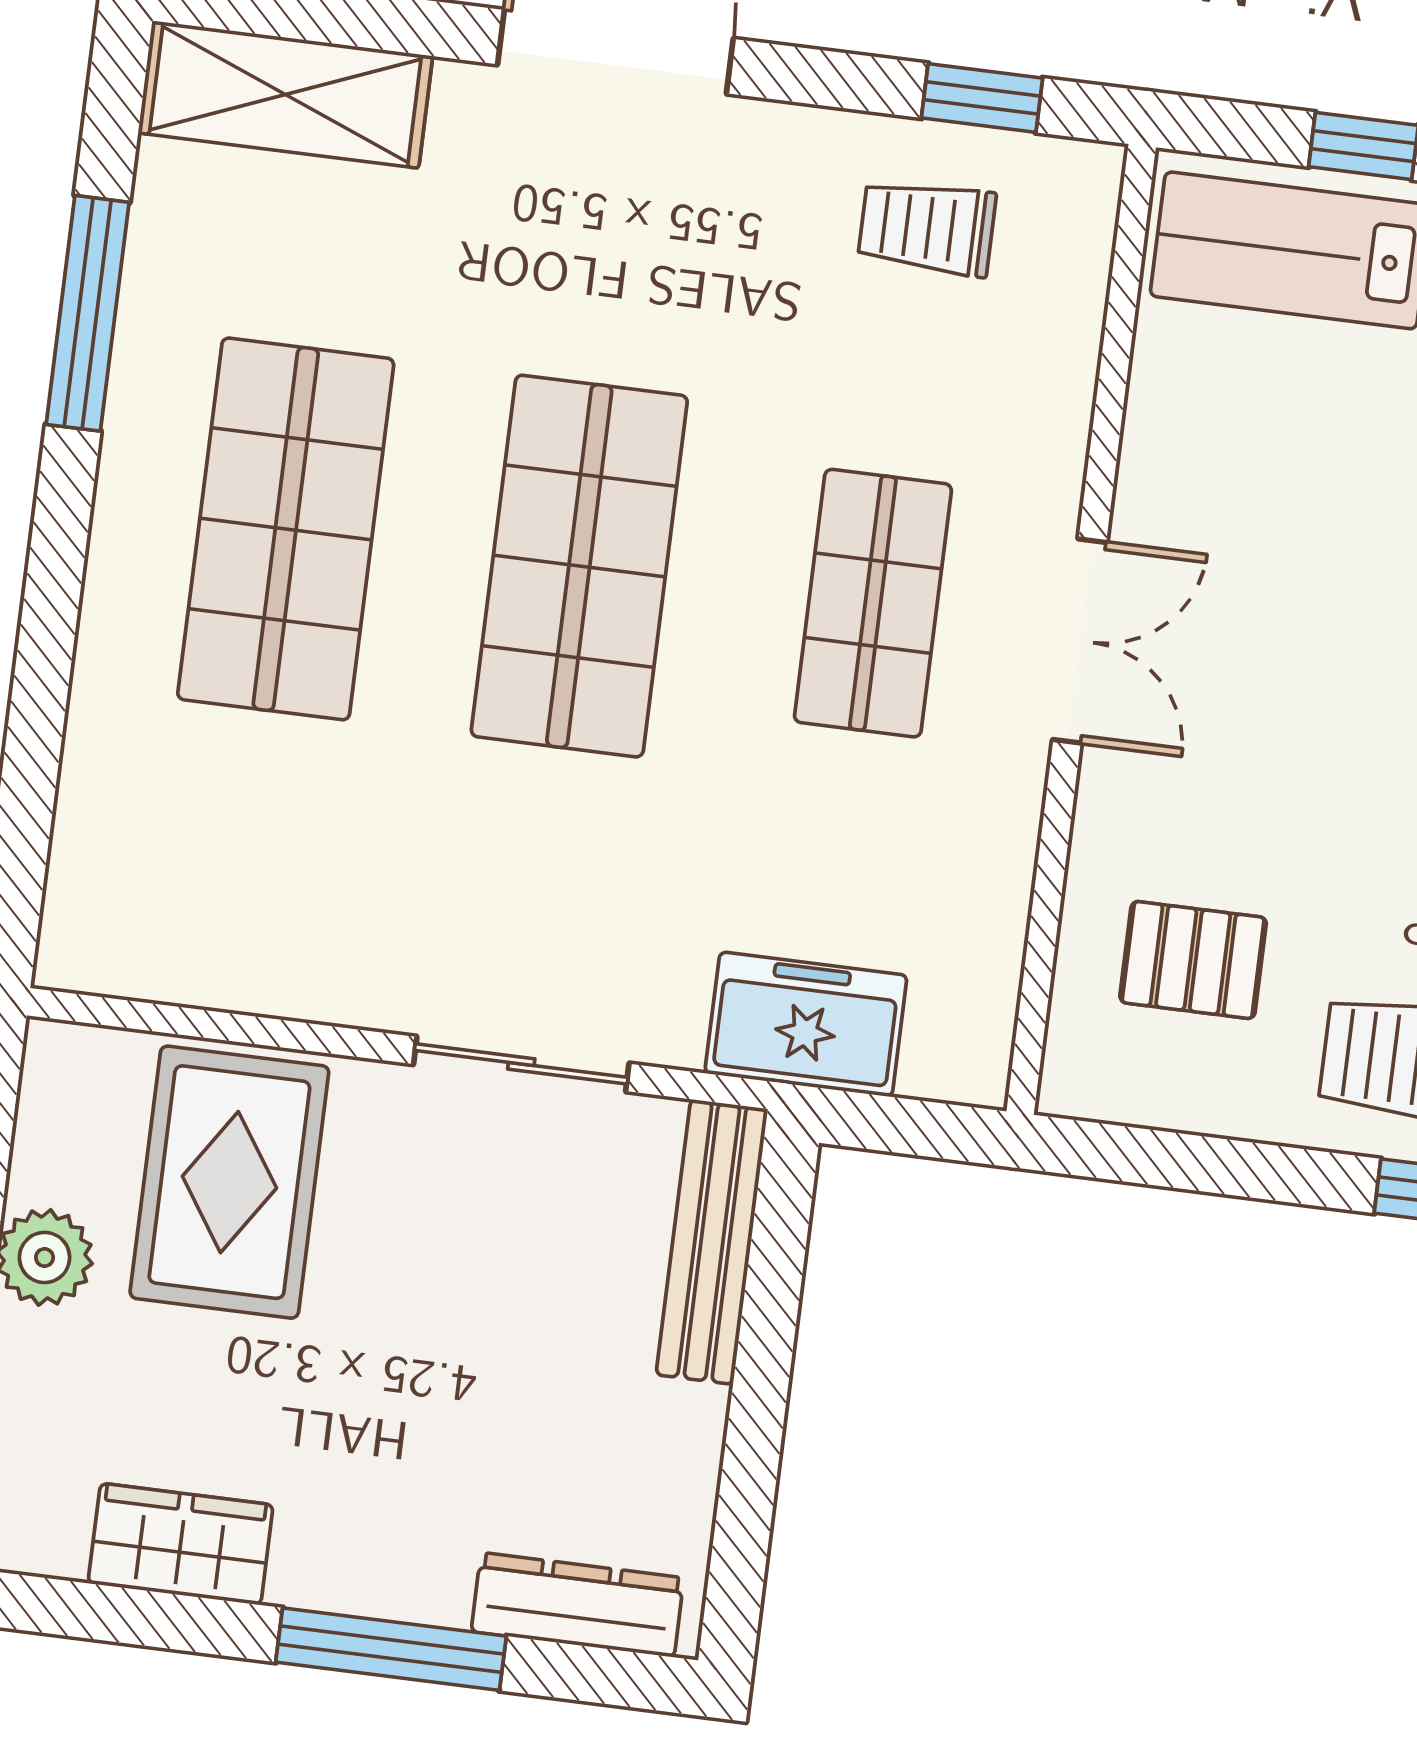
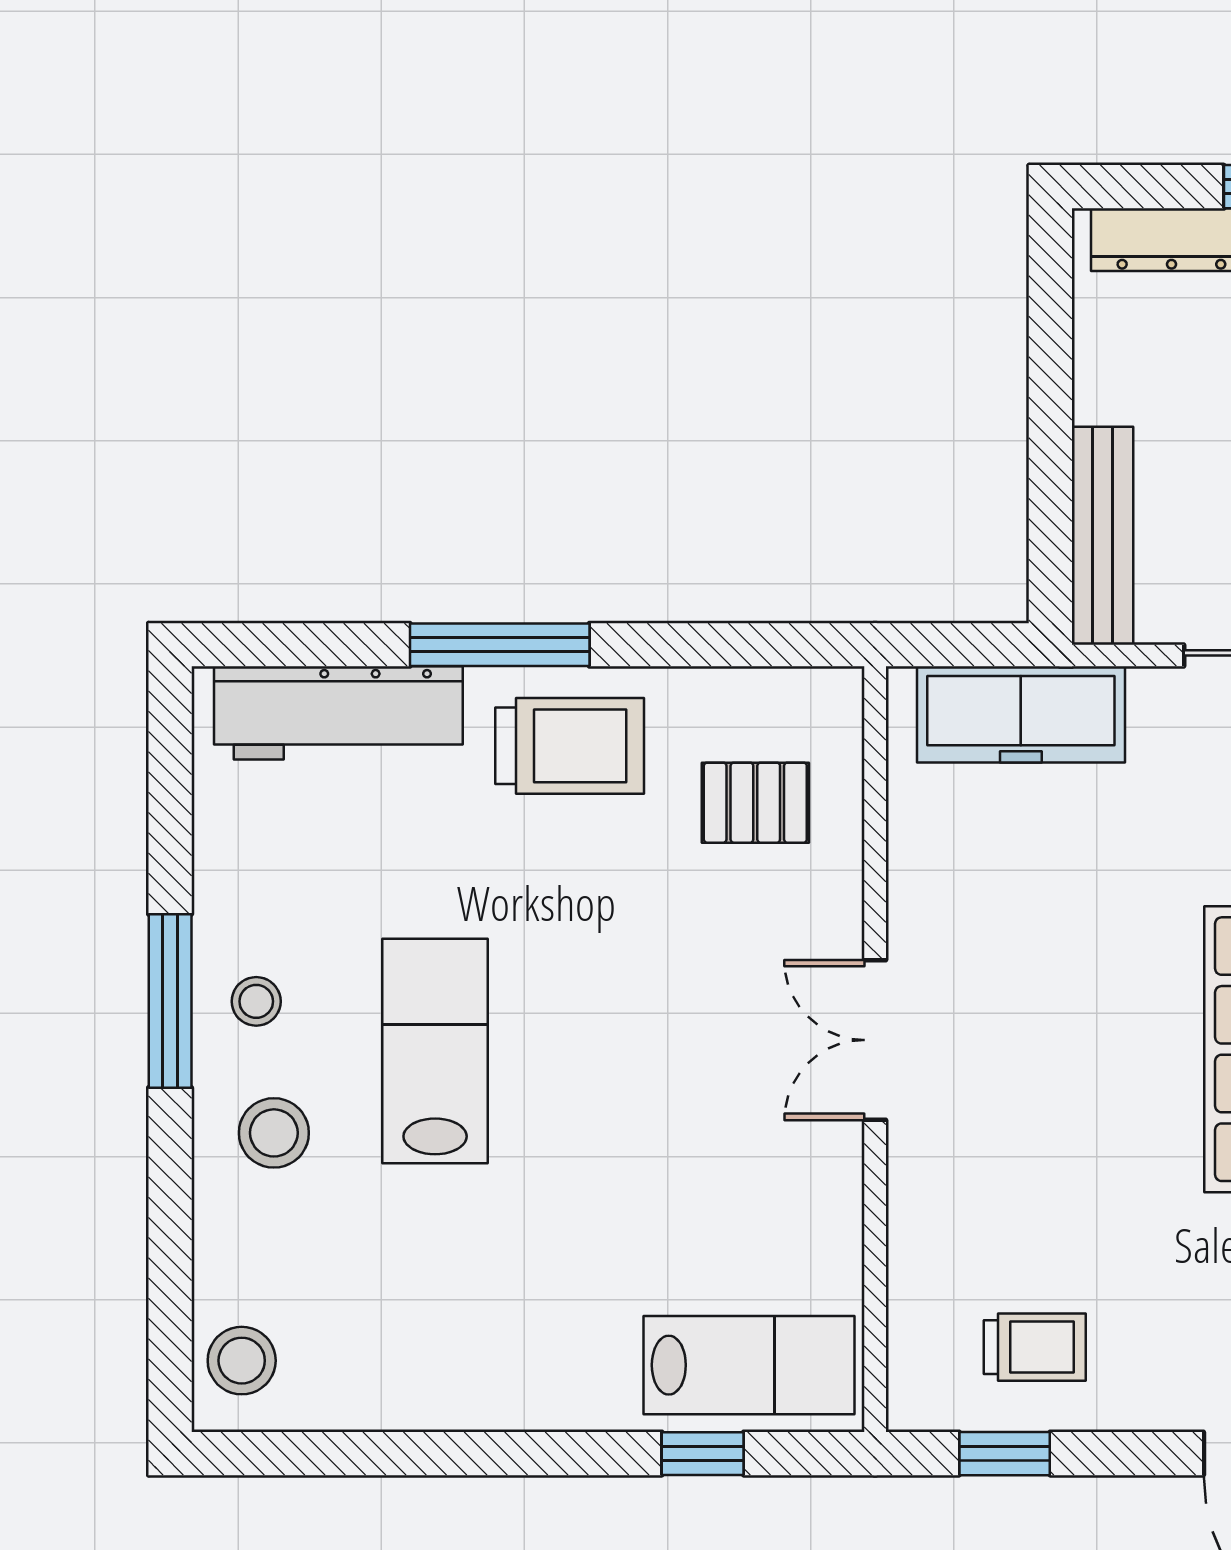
shop shelf: (873, 603) -> (1040, 1049), removed
freezer: (806, 1024) -> (1021, 714), width x1.40

